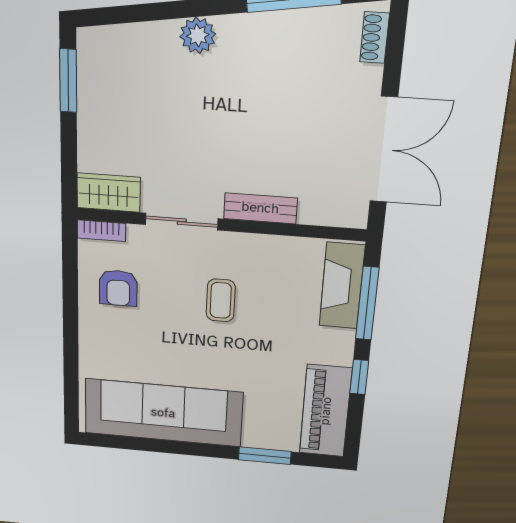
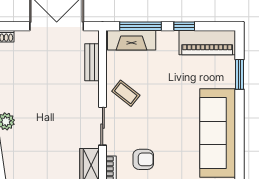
bench: (260, 208) -> (92, 62), moved
coffee table: (221, 300) -> (126, 93), moved, turned 38

